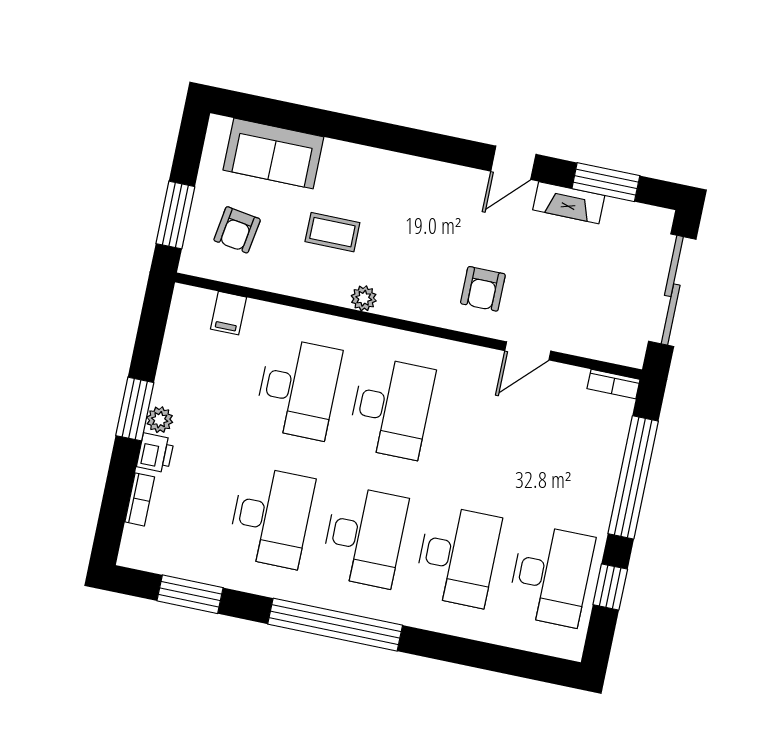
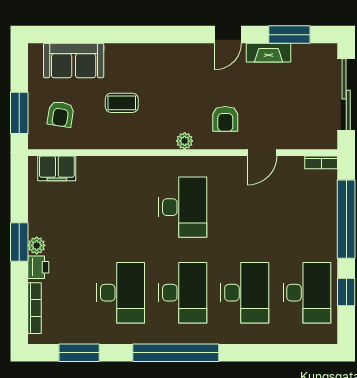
plant: (364, 298) -> (185, 141), moved
filing cabinet: (229, 313) -> (57, 168), width x2.00
desk: (298, 388) -> (121, 207), removed
bookcase: (140, 499) -> (34, 308), width x1.56

